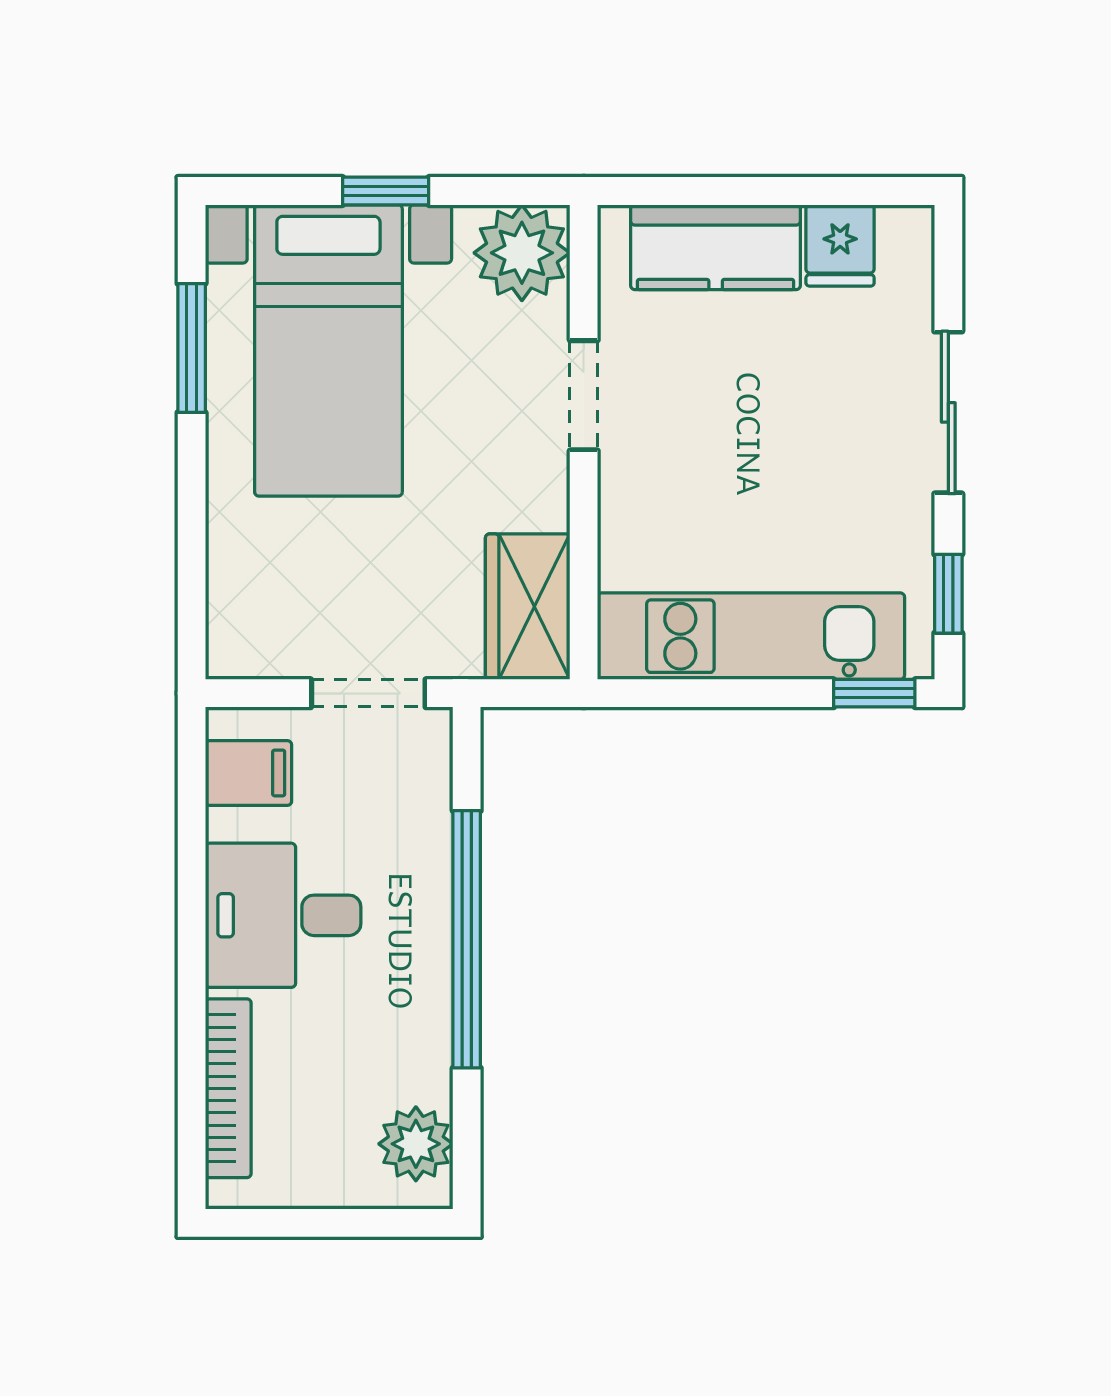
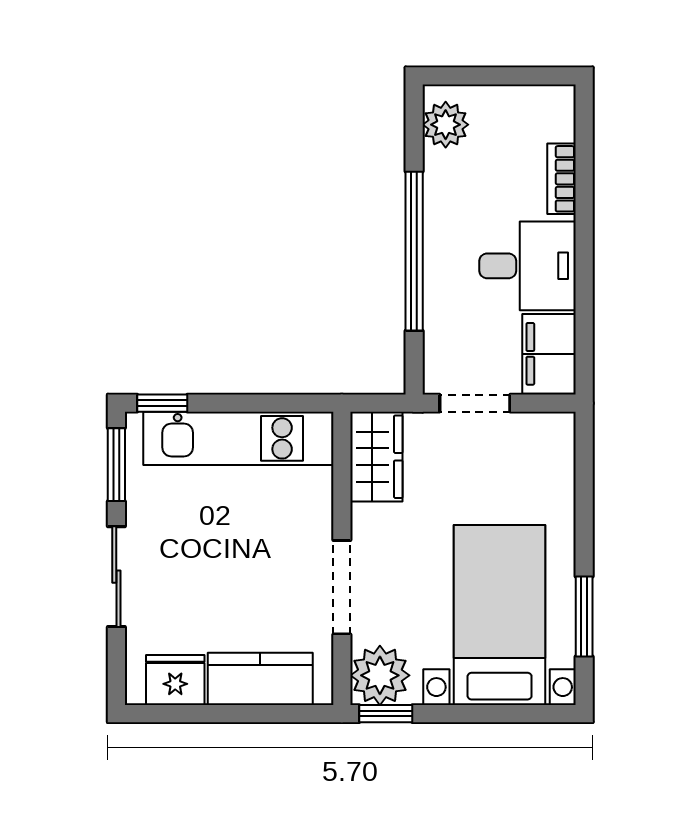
window: (386, 191) -> (386, 714), moved
fridge: (840, 245) -> (175, 680), width x1.38
doorway: (584, 395) -> (342, 587), width x1.38
window: (948, 594) -> (116, 465), width x1.50
filing cabinet: (248, 773) -> (549, 354), width x2.00
bookcase: (228, 1088) -> (562, 179), width x0.64

